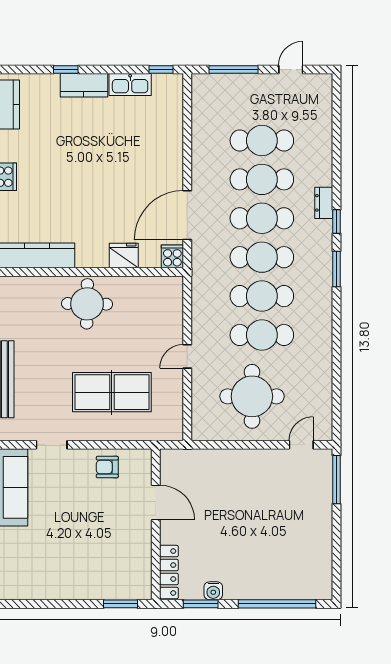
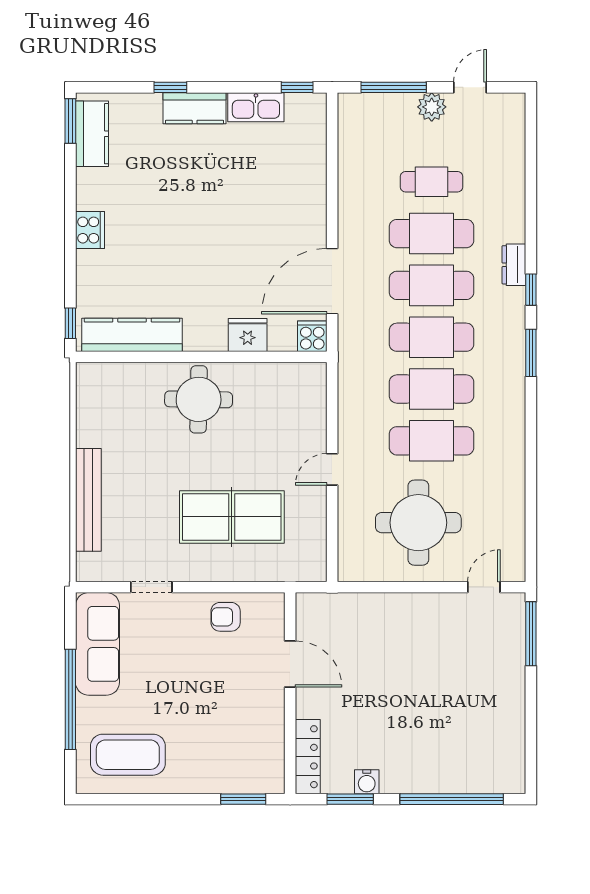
plant: (262, 84) -> (432, 107), added
cafe table: (262, 141) -> (432, 182), width x0.73, depth x0.74
coffee table: (34, 571) -> (128, 755), added

